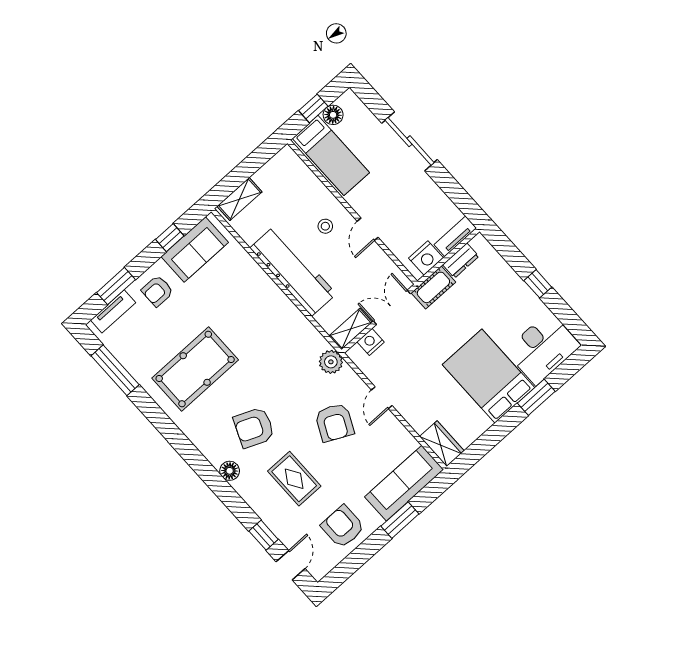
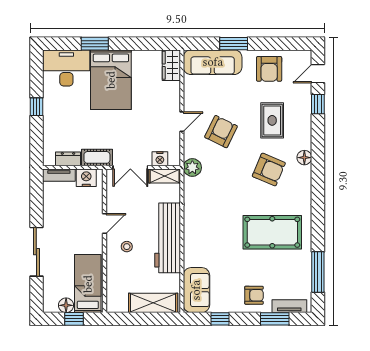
shelving: (239, 199) -> (153, 303), width x1.50, depth x1.33
sofa: (195, 249) -> (196, 290), moved, turned 90

